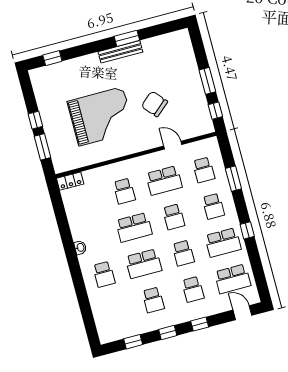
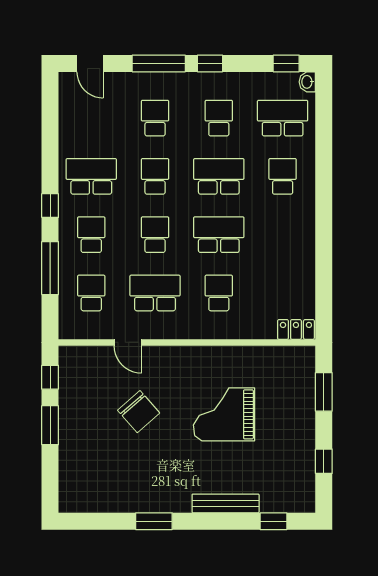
bench: (120, 52) -> (226, 503), moved
grand piano: (101, 116) -> (224, 414), width x0.73, depth x0.68
window: (35, 120) -> (324, 461), moved
window: (233, 179) -> (50, 268), width x1.44
window: (247, 230) -> (50, 206), moved
washbasin: (80, 247) -> (307, 82), moved
school desk: (233, 279) -> (283, 118), moved
window: (200, 324) -> (159, 63), width x2.17
window: (133, 342) -> (286, 63), moved

